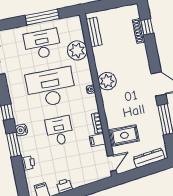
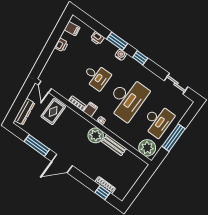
bench: (94, 32) -> (114, 145), moved
plant: (77, 50) -> (147, 148), moved
filing cabinet: (97, 140) -> (90, 109), moved

